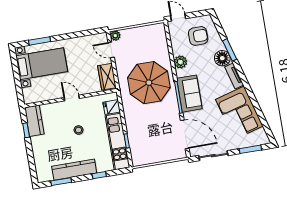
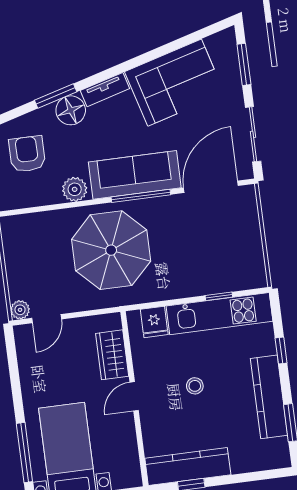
window: (40, 41) -> (24, 453), width x1.44
wardrobe: (107, 77) -> (112, 355), moved, turned 90
sofa: (189, 94) -> (135, 175), width x1.36
kitchen counter: (34, 121) -> (188, 466), width x1.50

